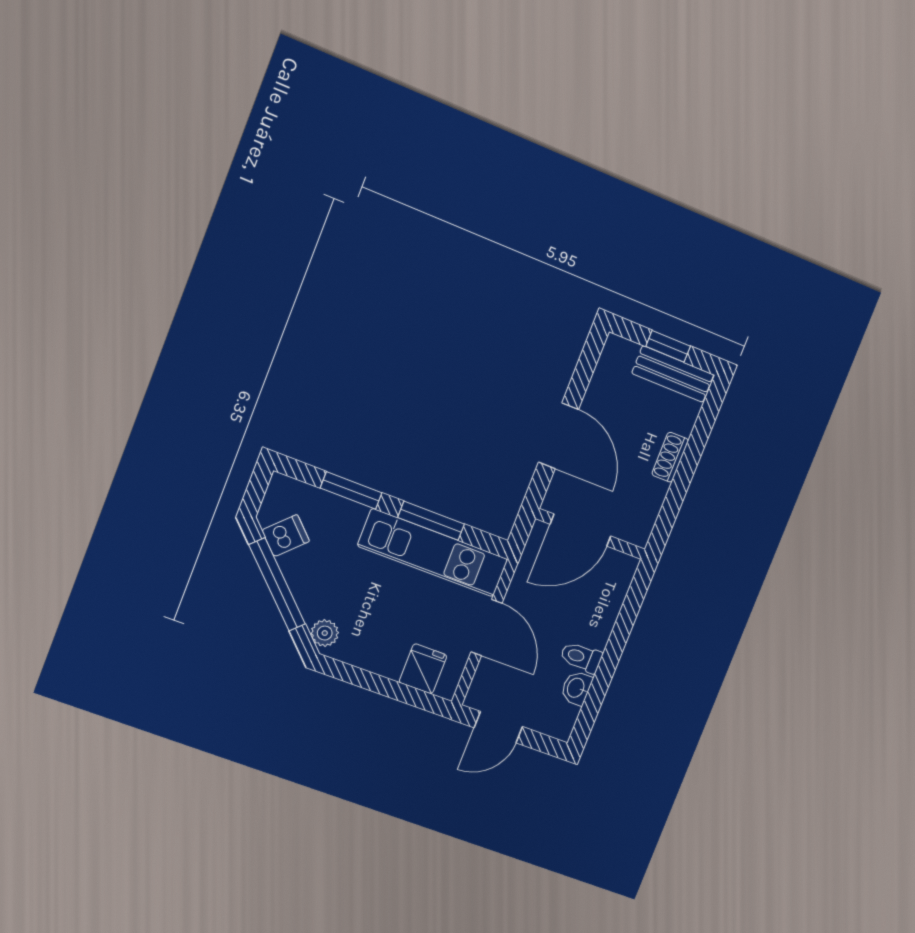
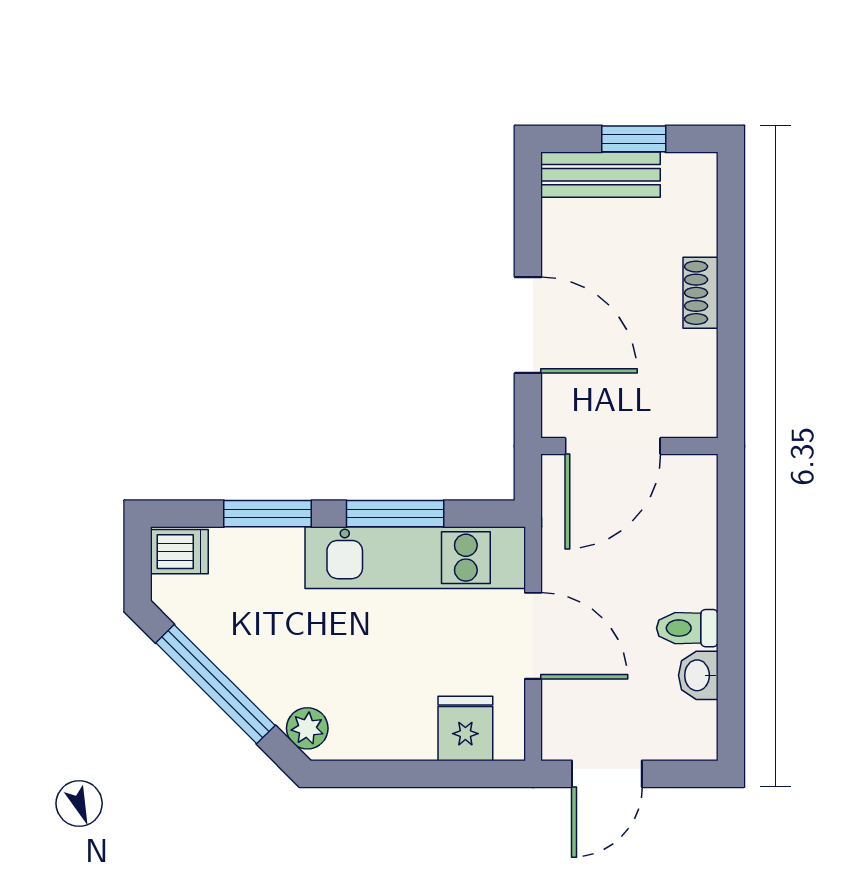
bench: (673, 374) -> (601, 175), moved
dishwasher: (286, 536) -> (179, 552), moved, turned 45

